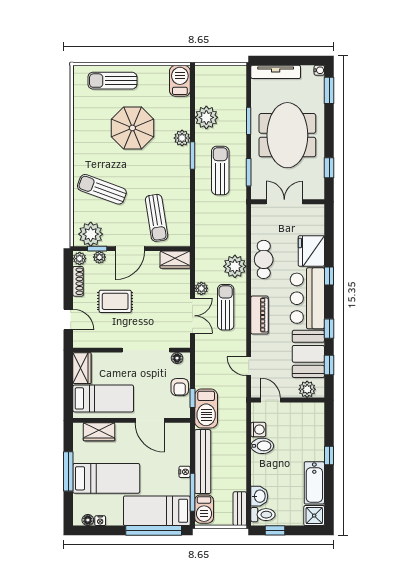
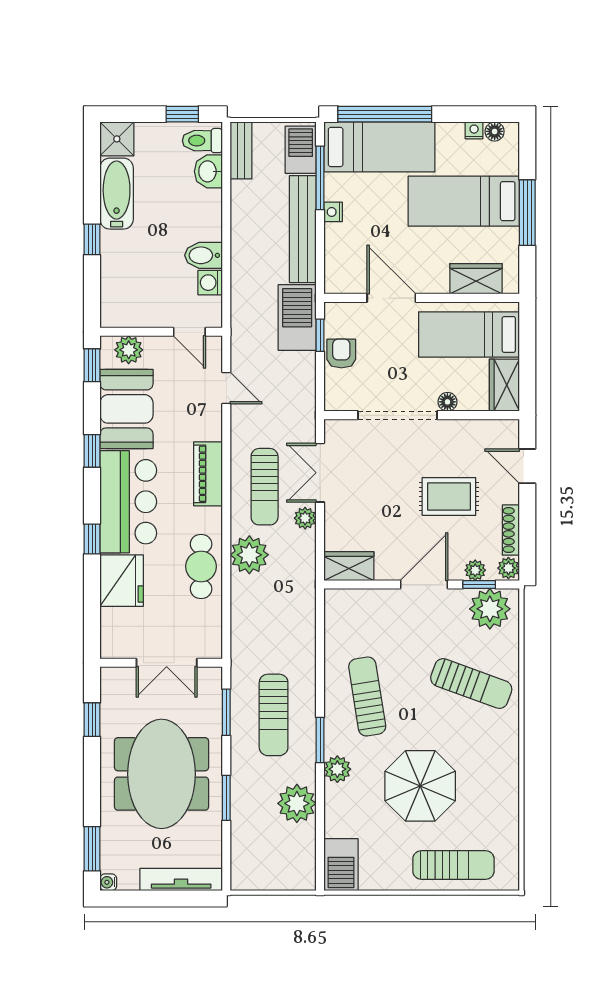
sun lounger: (157, 218) -> (367, 696), moved
floor lamp: (177, 358) -> (447, 402), moved
window: (329, 365) -> (92, 365), moved

